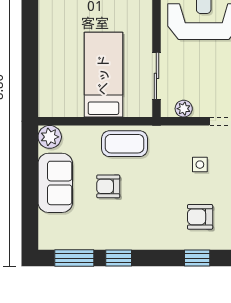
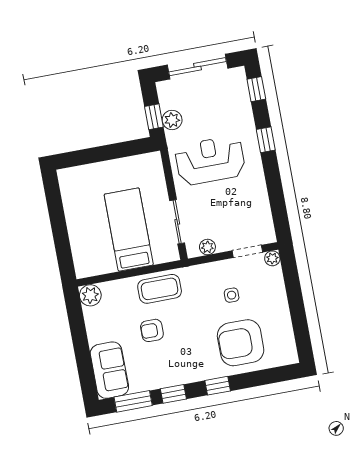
sofa: (55, 183) -> (109, 370), moved
armchair: (200, 217) -> (241, 343), width x1.88, depth x1.88
window: (197, 258) -> (218, 386), moved

